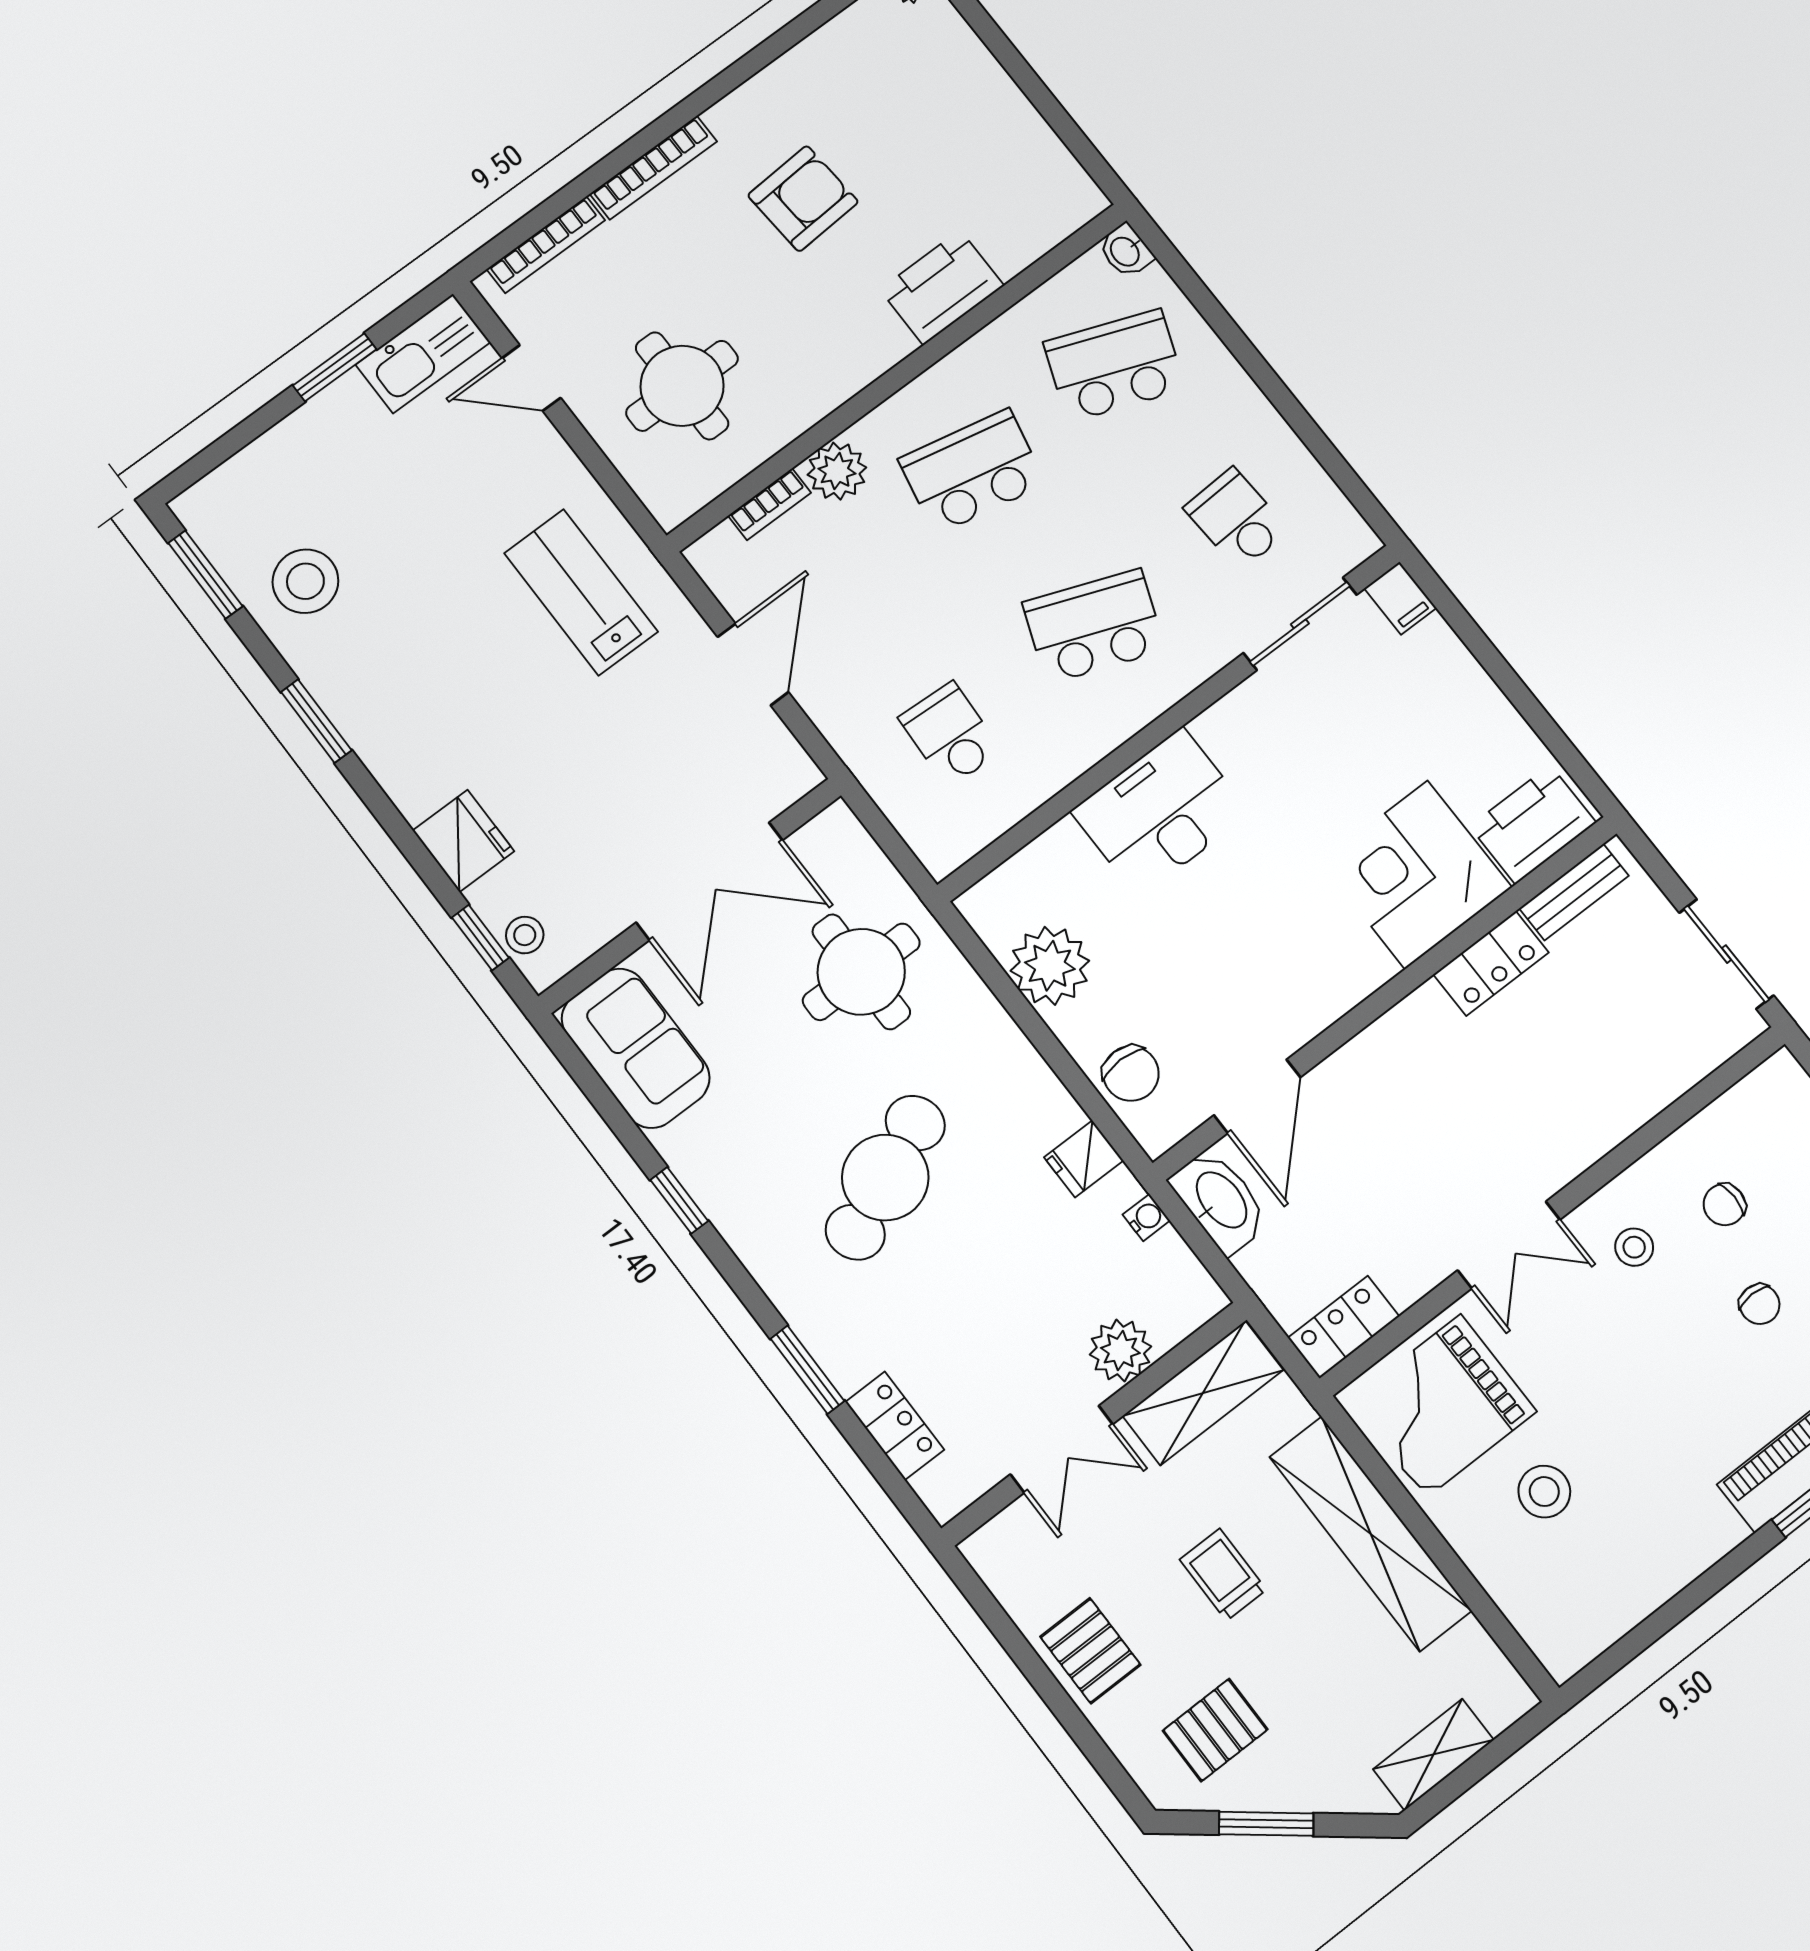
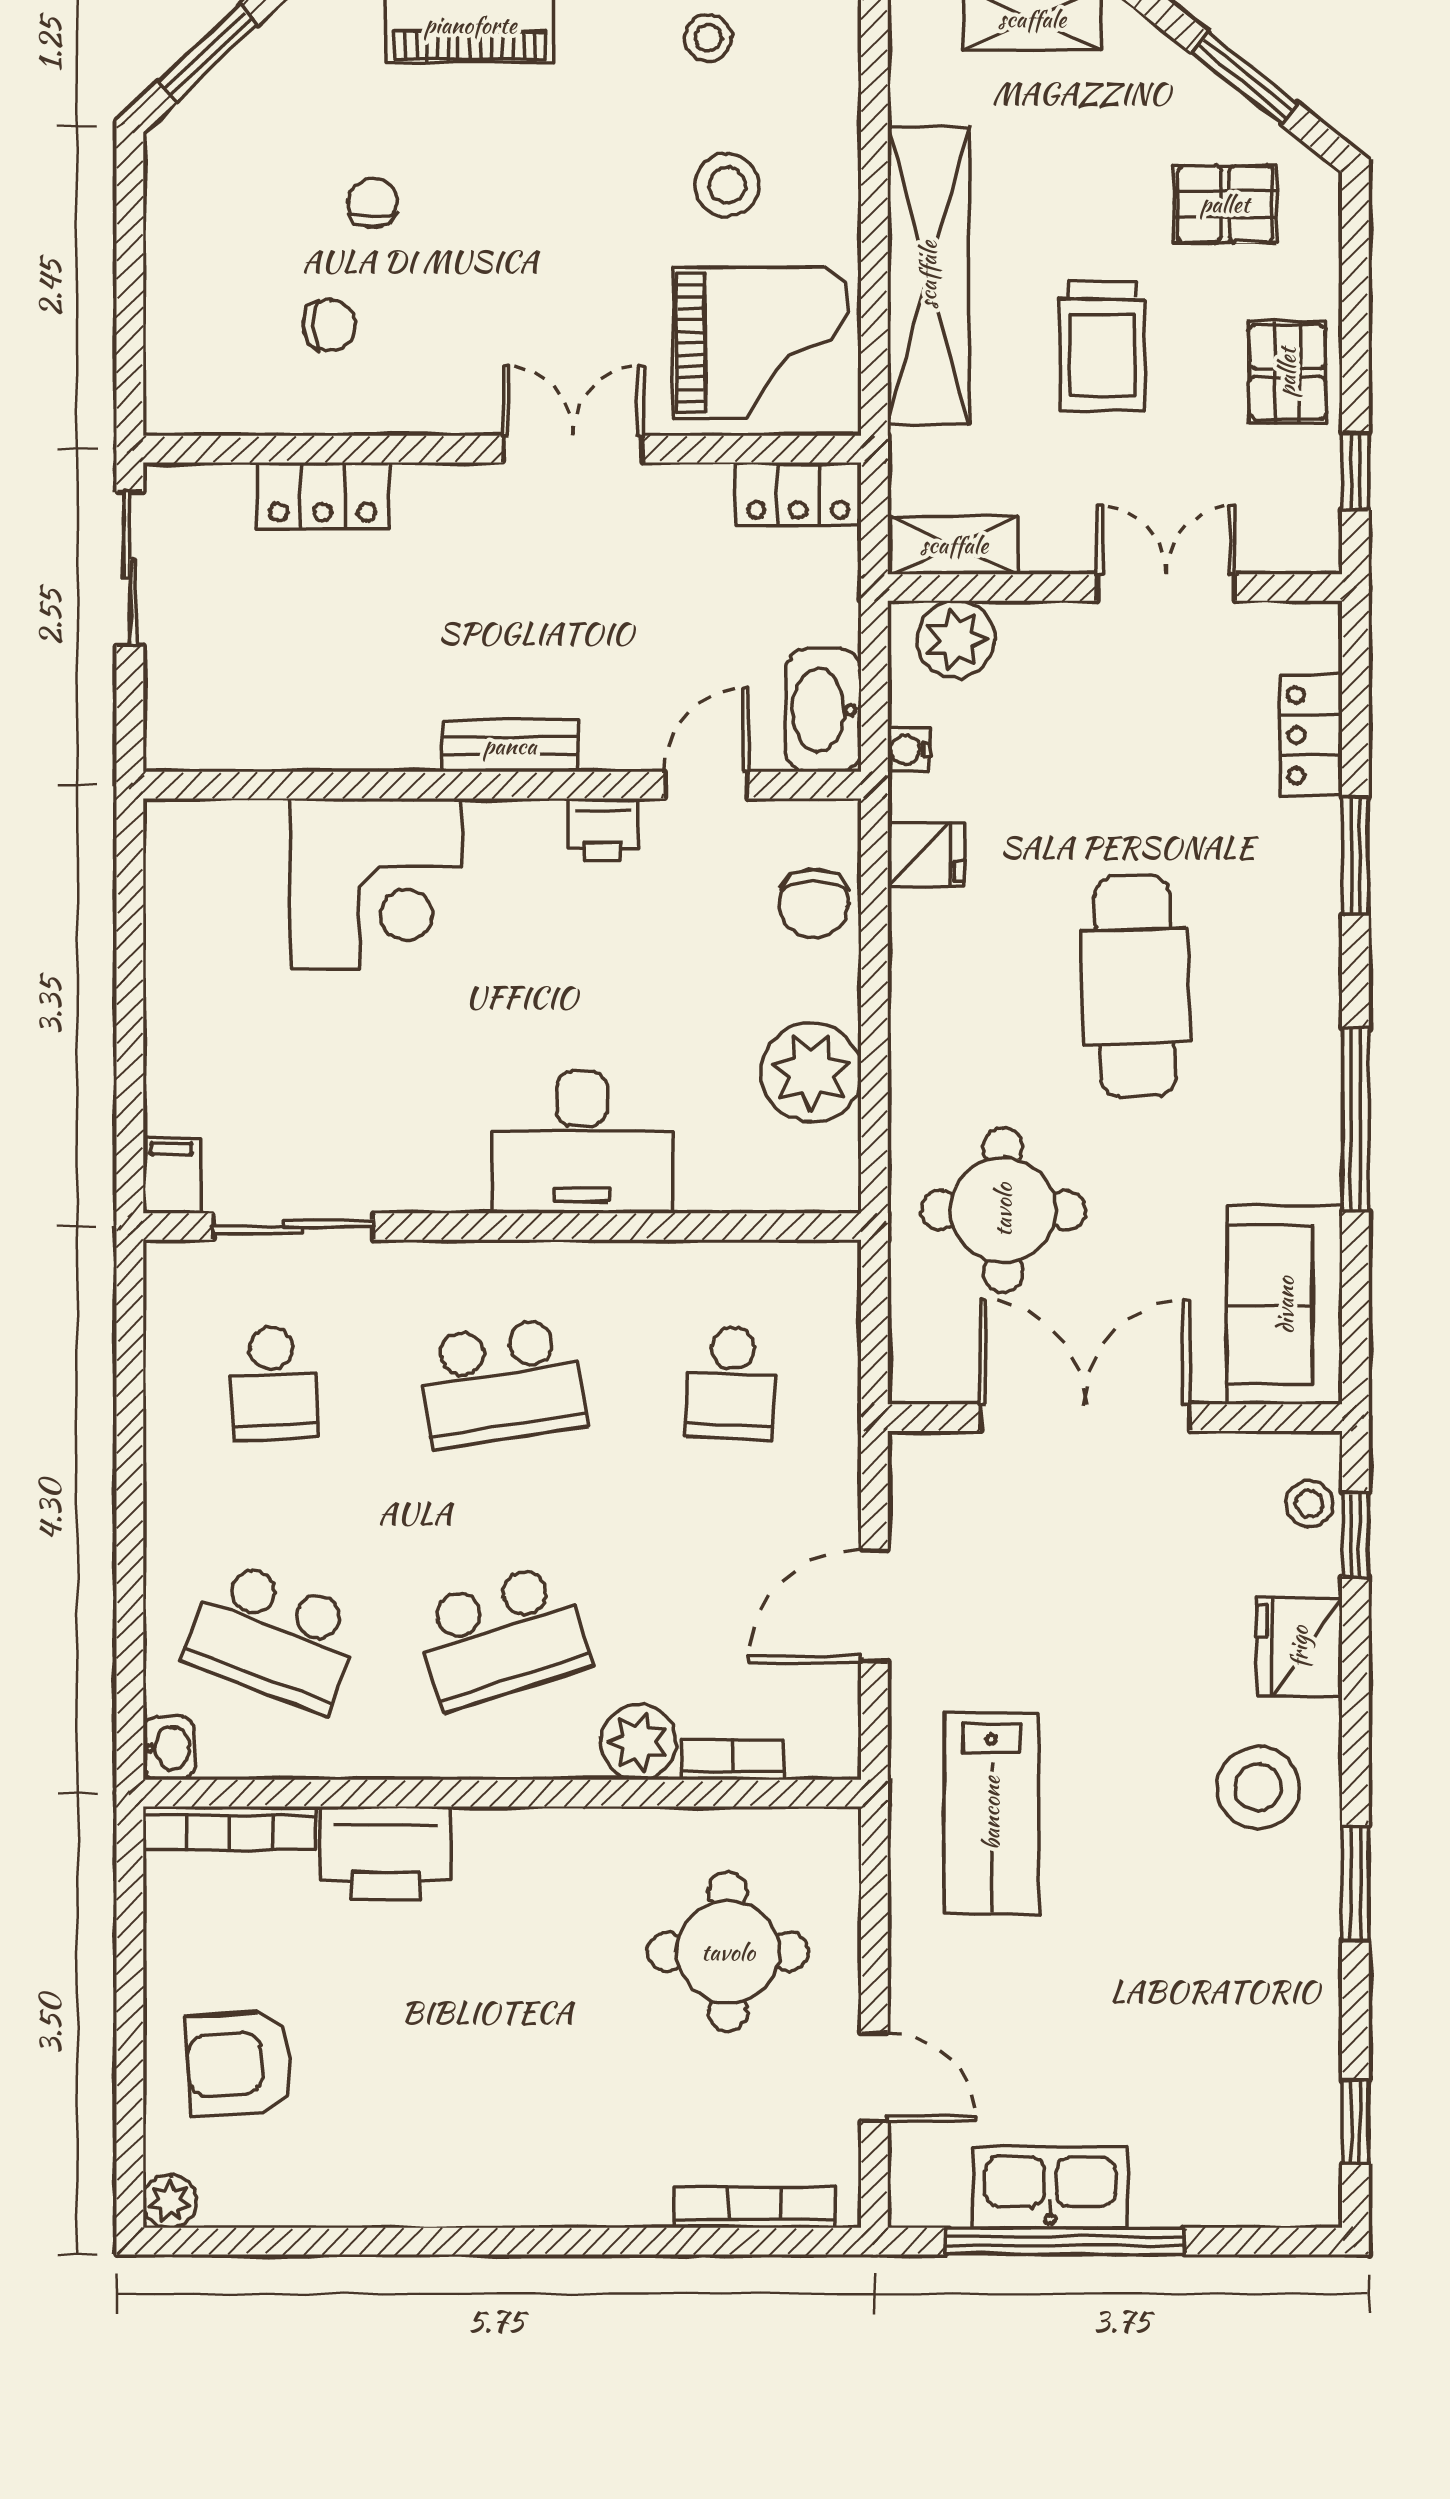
bookcase: (653, 168) -> (229, 1828), moved, turned 180
armchair: (803, 199) -> (239, 2063), moved
kitchen sink: (423, 353) -> (1050, 2187), moved
window: (335, 367) -> (1065, 2241), width x2.11
school desk: (972, 472) -> (502, 1637), turned -30
window: (205, 575) -> (1355, 2122), width x0.67
stool: (305, 581) -> (1258, 1788), moved
school desk: (1094, 626) -> (502, 1383), turned -30
printer: (1533, 824) -> (604, 830), moved, width x0.53, depth x0.68
bench: (1574, 892) -> (510, 746), moved
locker: (1491, 963) -> (322, 496), moved, turned 180
chair: (1131, 1074) -> (814, 903), turned 180
door: (1257, 1096) -> (706, 785), width x0.73
cafe table: (885, 1178) -> (1135, 986), turned -68
window: (679, 1200) -> (1355, 1119), width x2.17
stool: (1634, 1247) -> (708, 38), moved
plant: (1120, 1350) -> (956, 639), moved
shelving: (1203, 1393) -> (954, 545), width x0.67, depth x0.75
trolley: (1223, 1575) -> (1102, 346), width x1.36, depth x1.39
window: (997, 1620) -> (1355, 471), added

